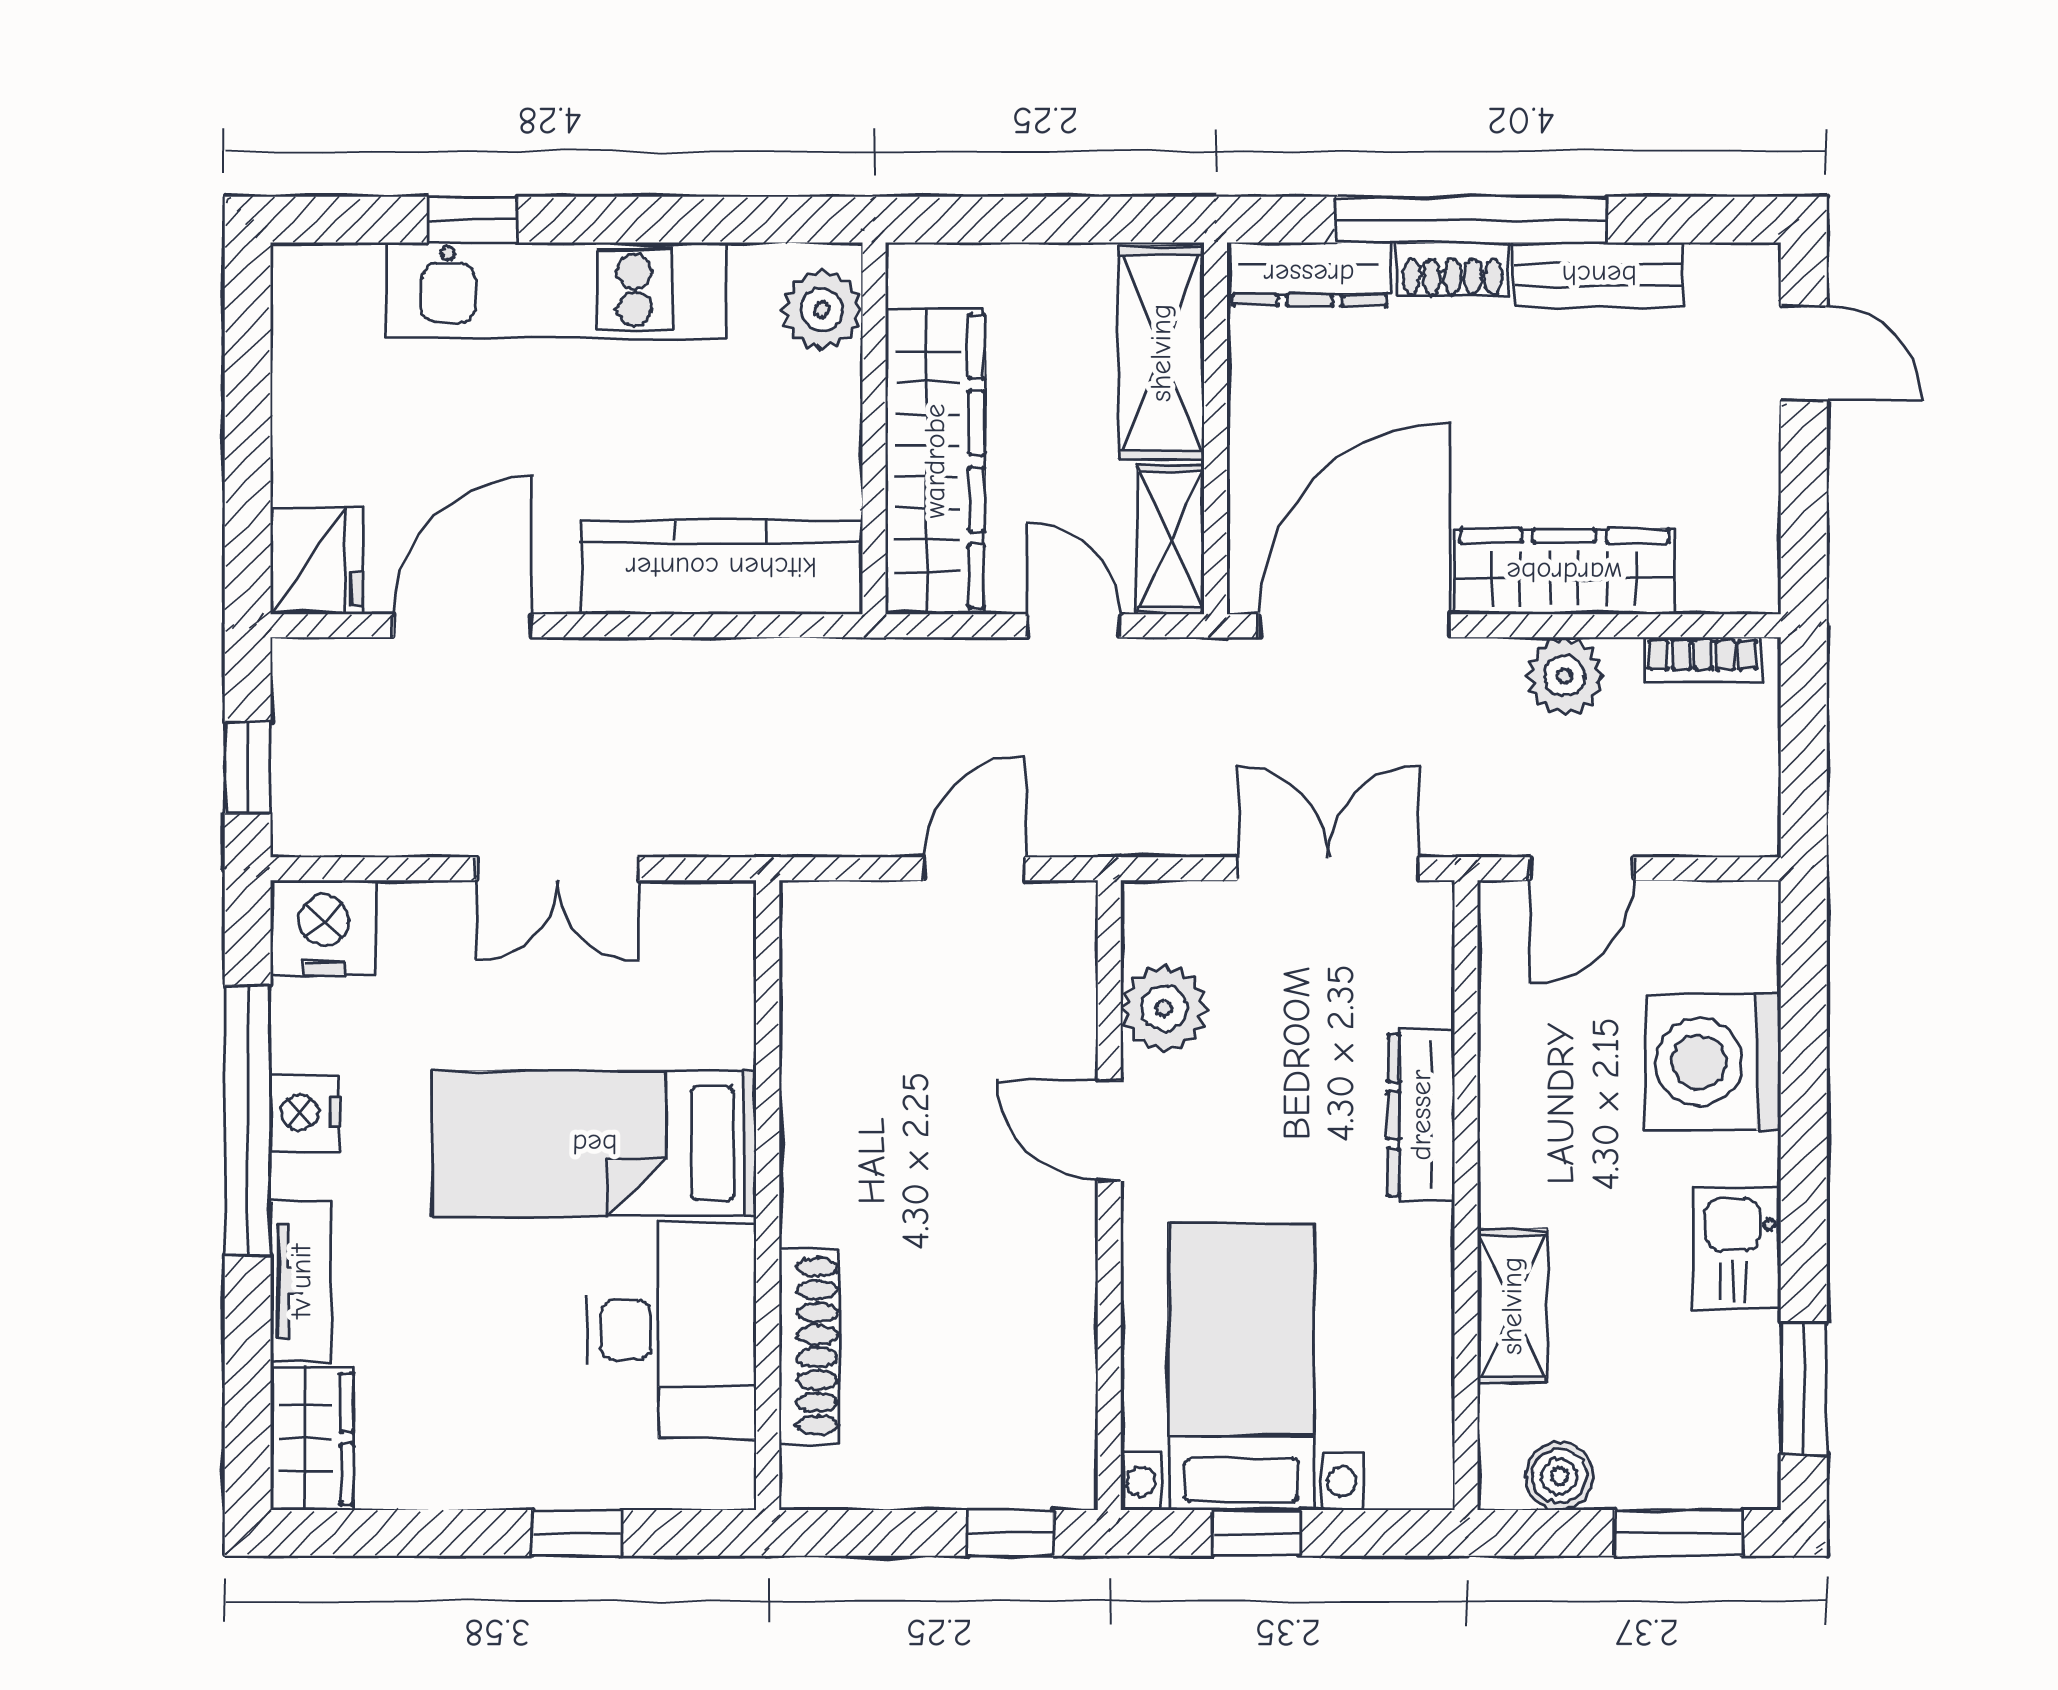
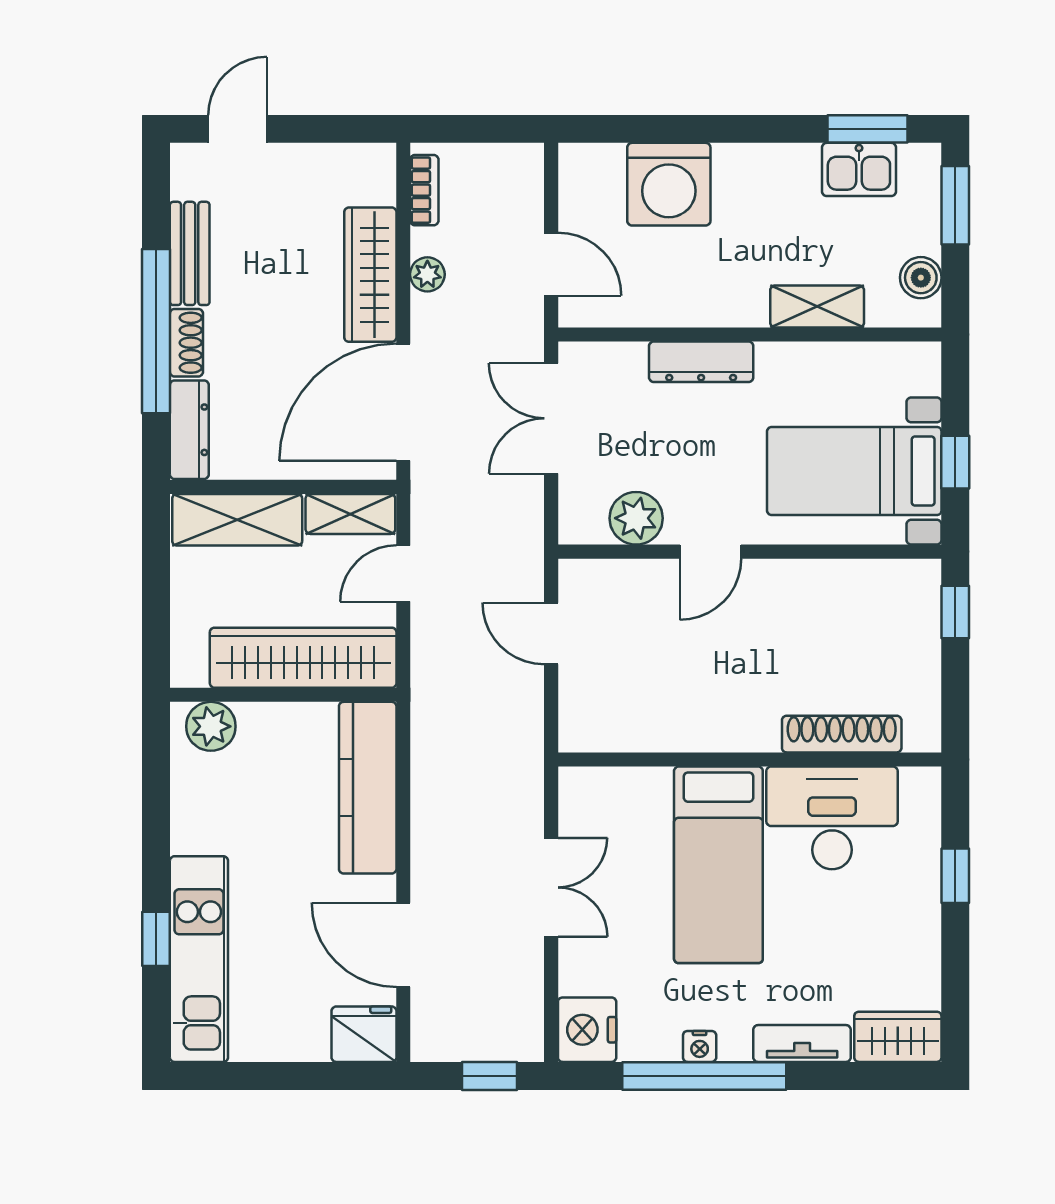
kitchen unit: (557, 290) -> (199, 959), moved
door: (1355, 626) -> (403, 402), hinge flipped
plant: (1565, 676) -> (427, 274), width x0.73, depth x0.73
nightstand: (305, 1113) -> (700, 1046), width x0.72, depth x0.74
kitchen sink: (1737, 1249) -> (859, 169), moved

